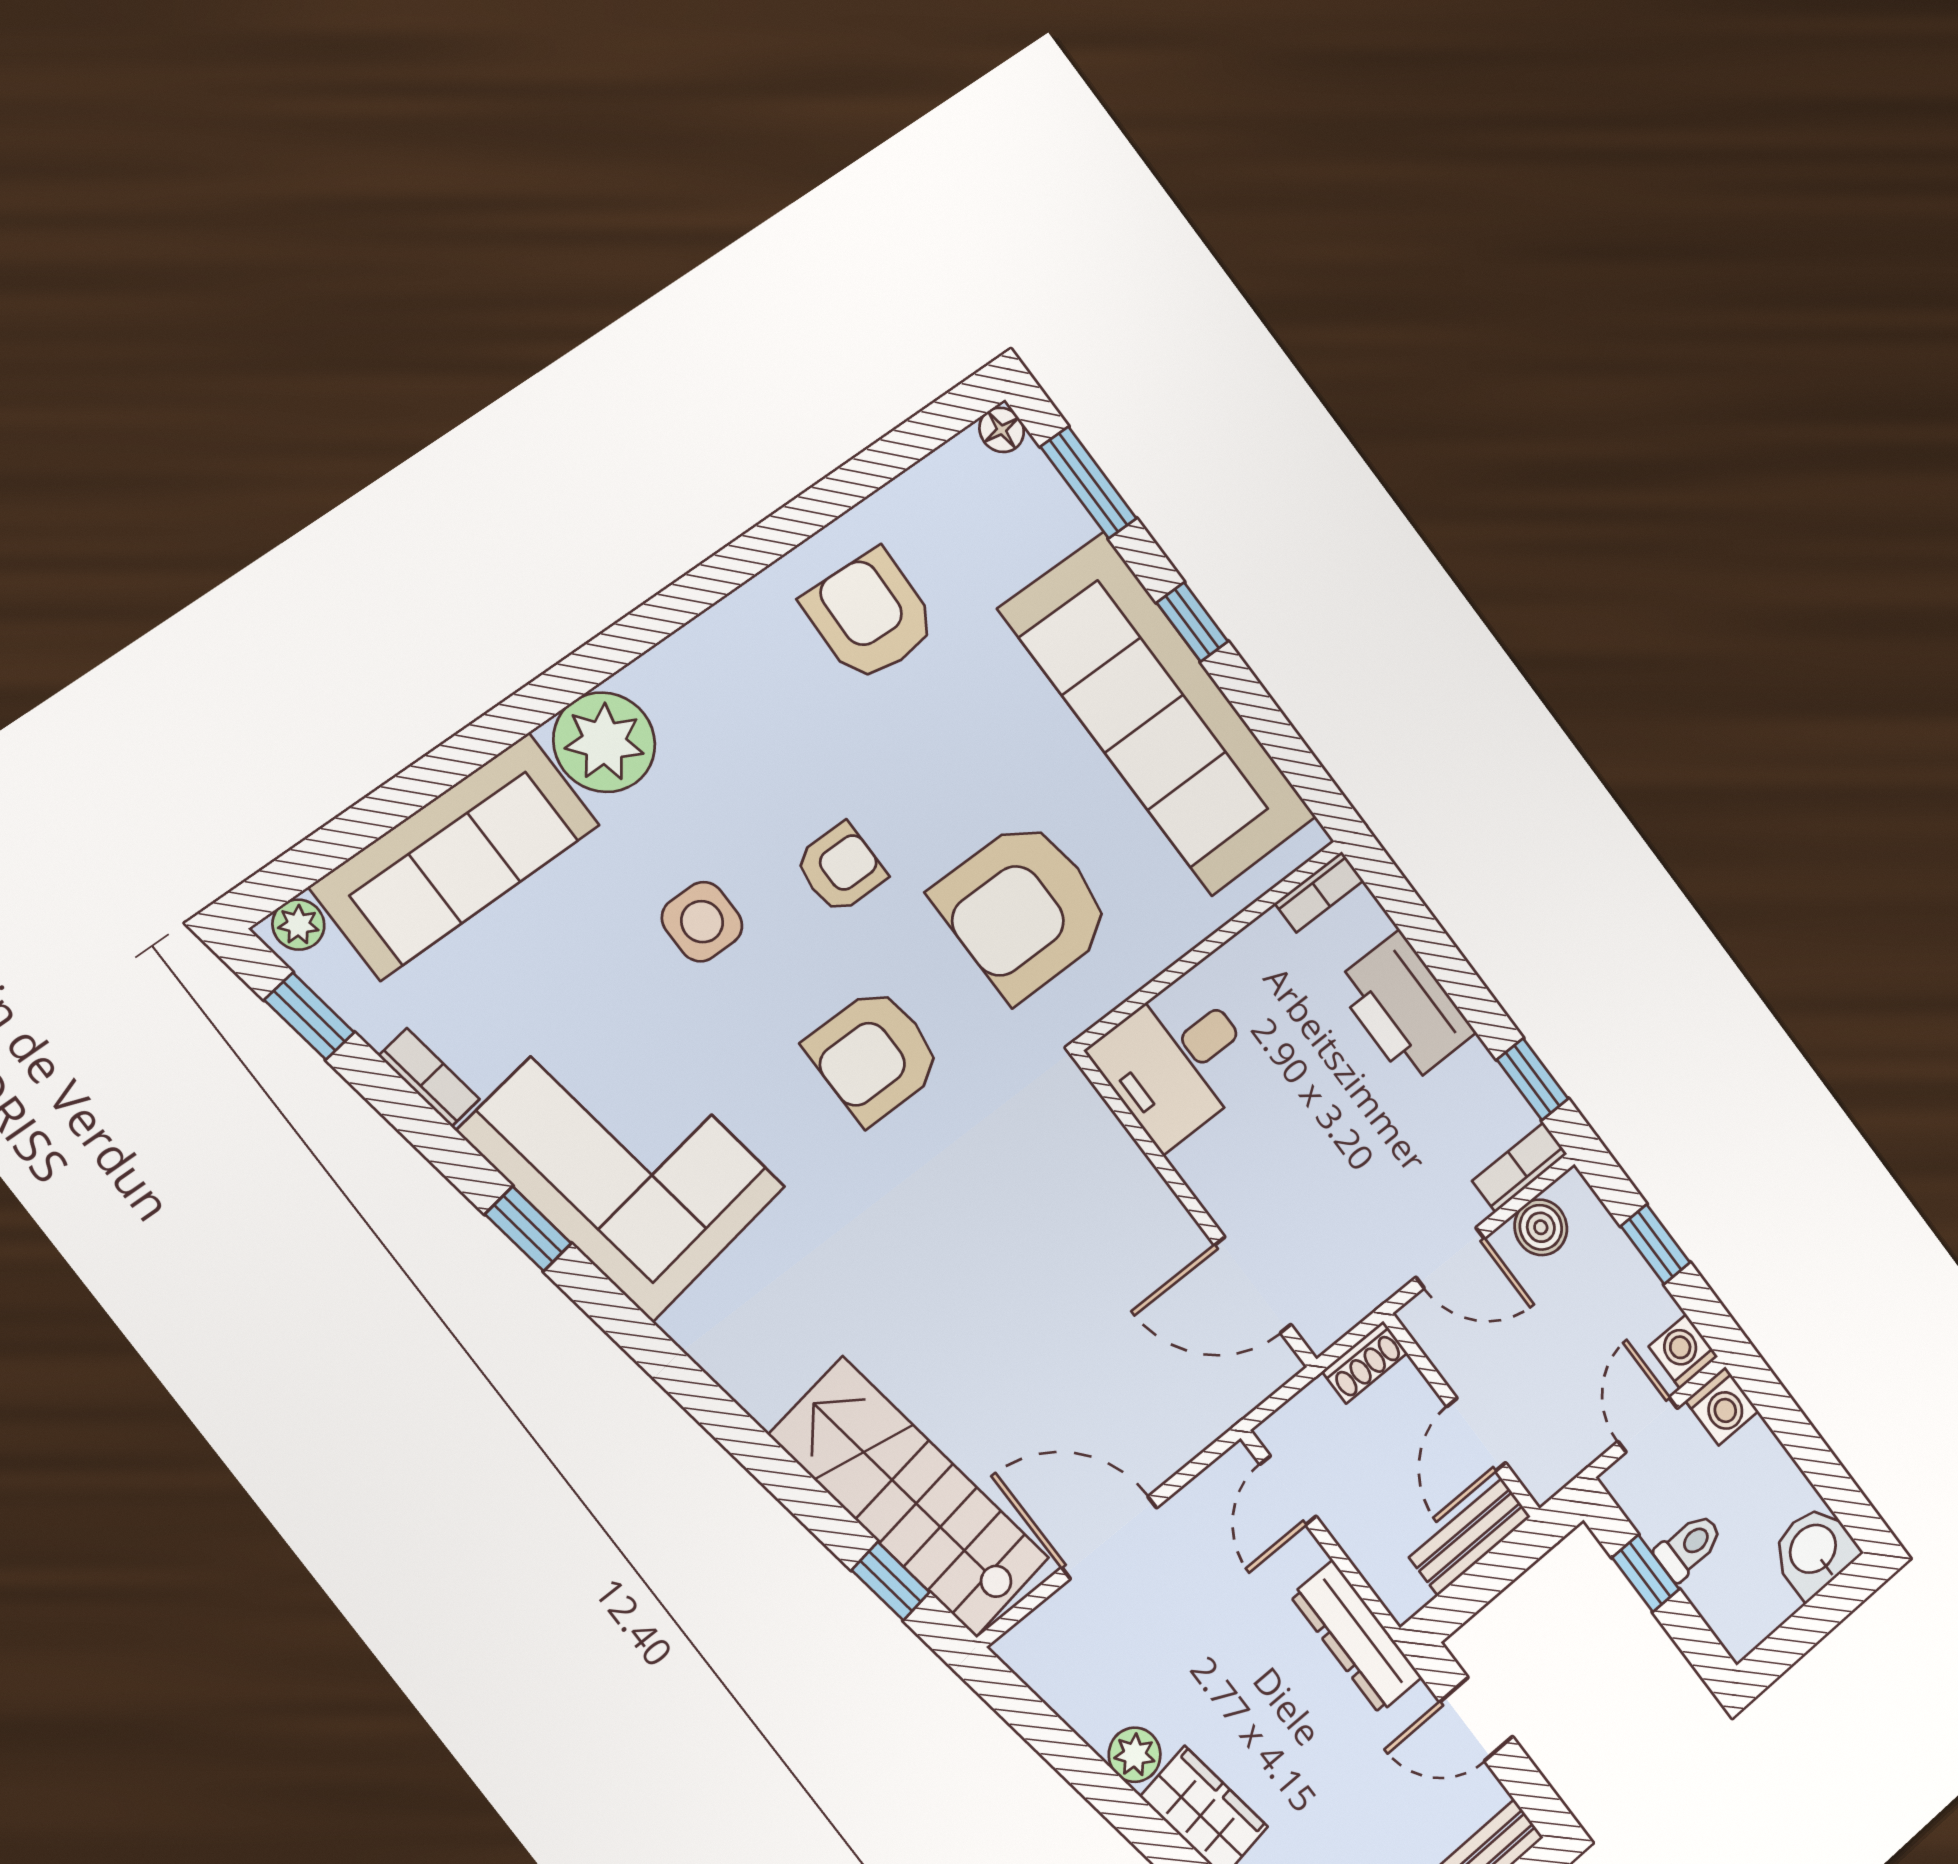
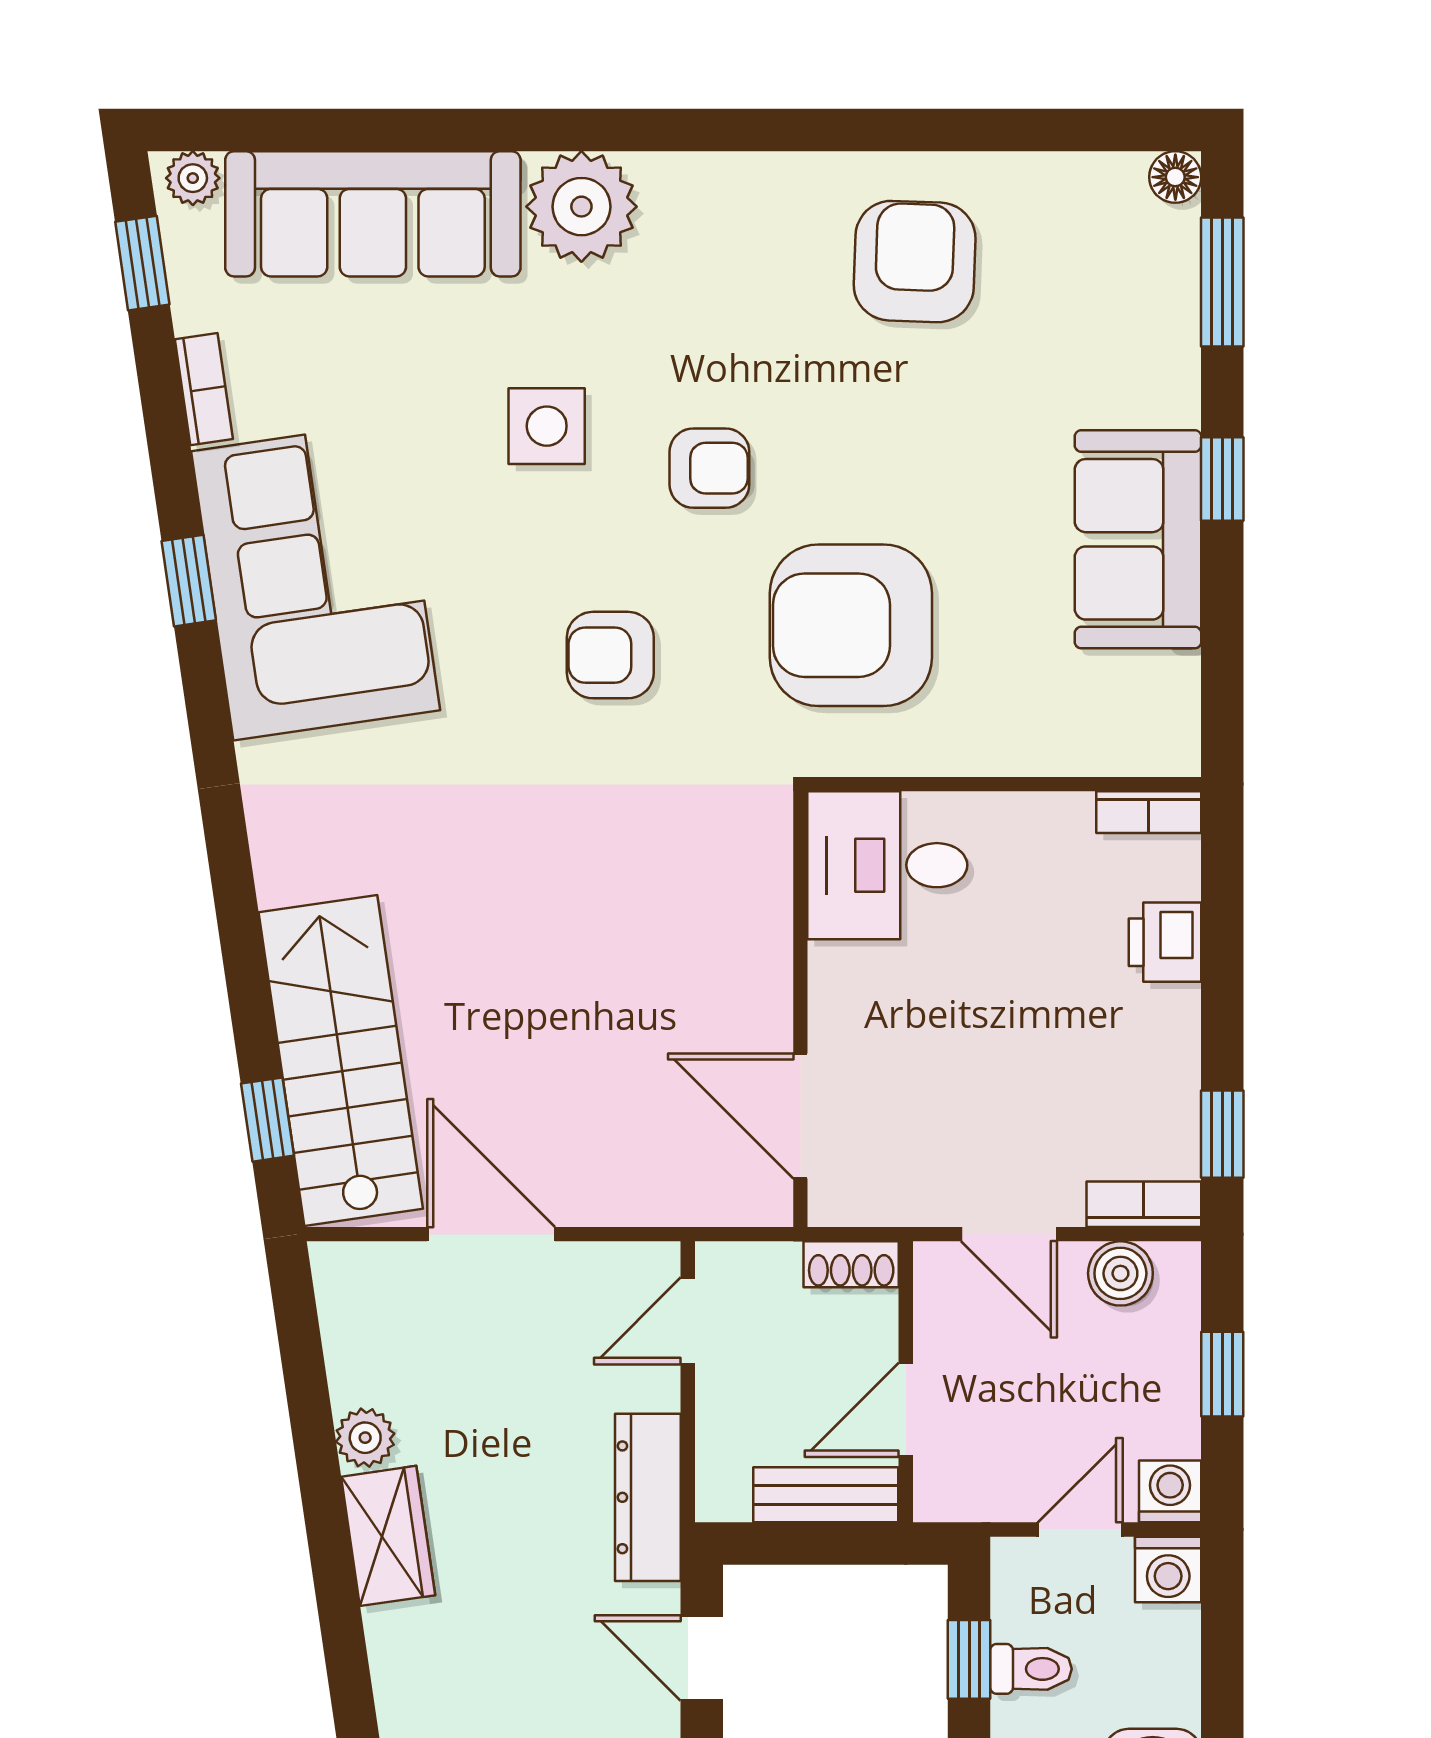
sofa: (1158, 713) -> (1138, 539), width x0.54, depth x0.79
printer: (1404, 1008) -> (1165, 942), width x0.53, depth x0.68
armchair: (874, 1055) -> (610, 655), width x0.72, depth x0.72

